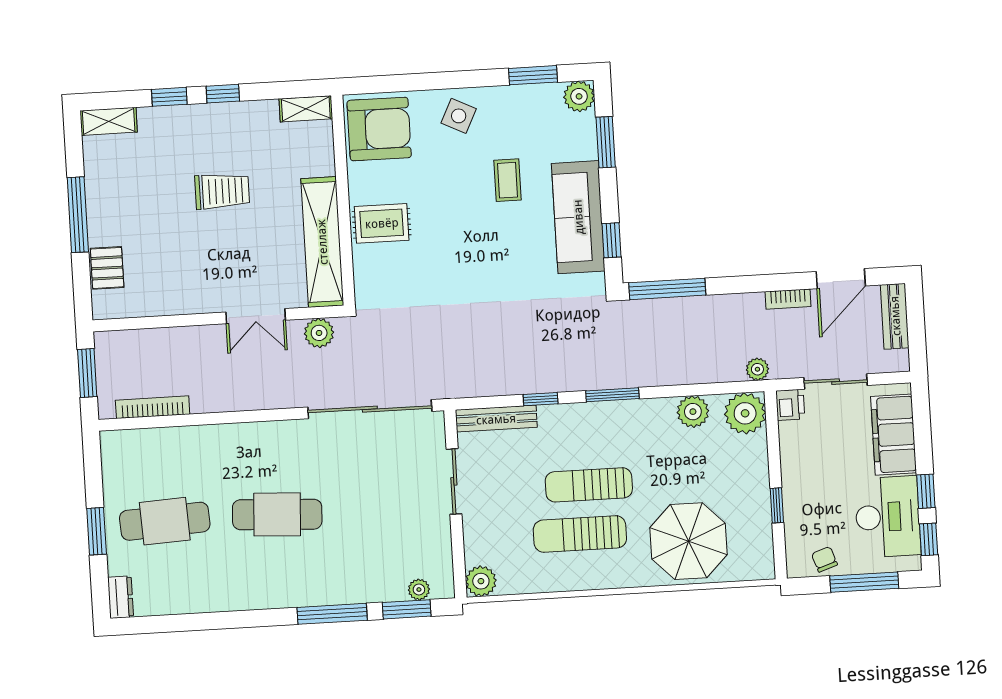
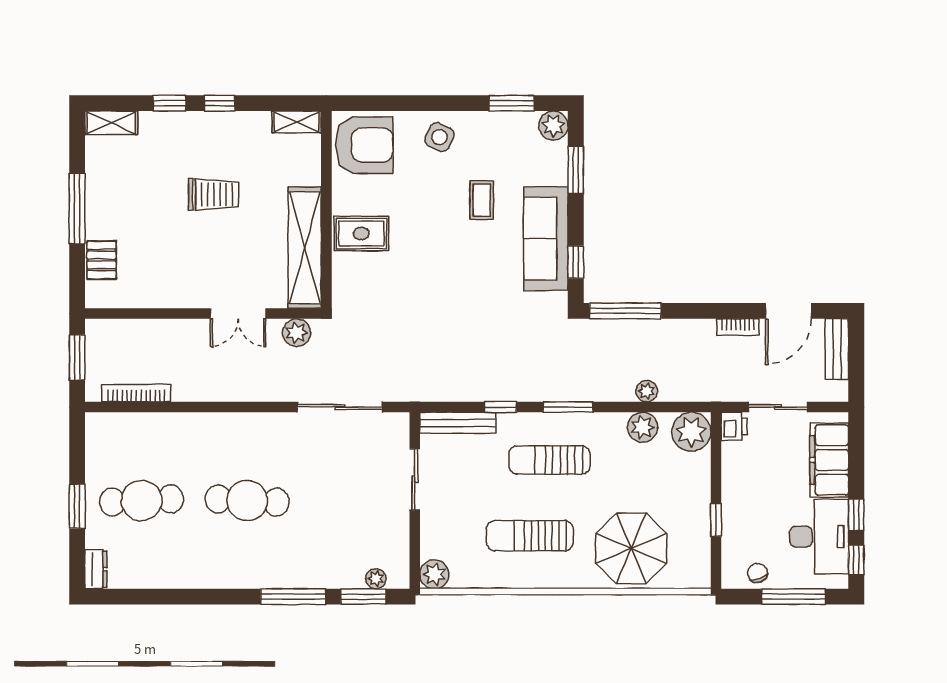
plant: (757, 369) -> (647, 391), moved
sliding door: (370, 409) -> (340, 407), width x0.73
sun lounger: (589, 485) -> (549, 460), moved

